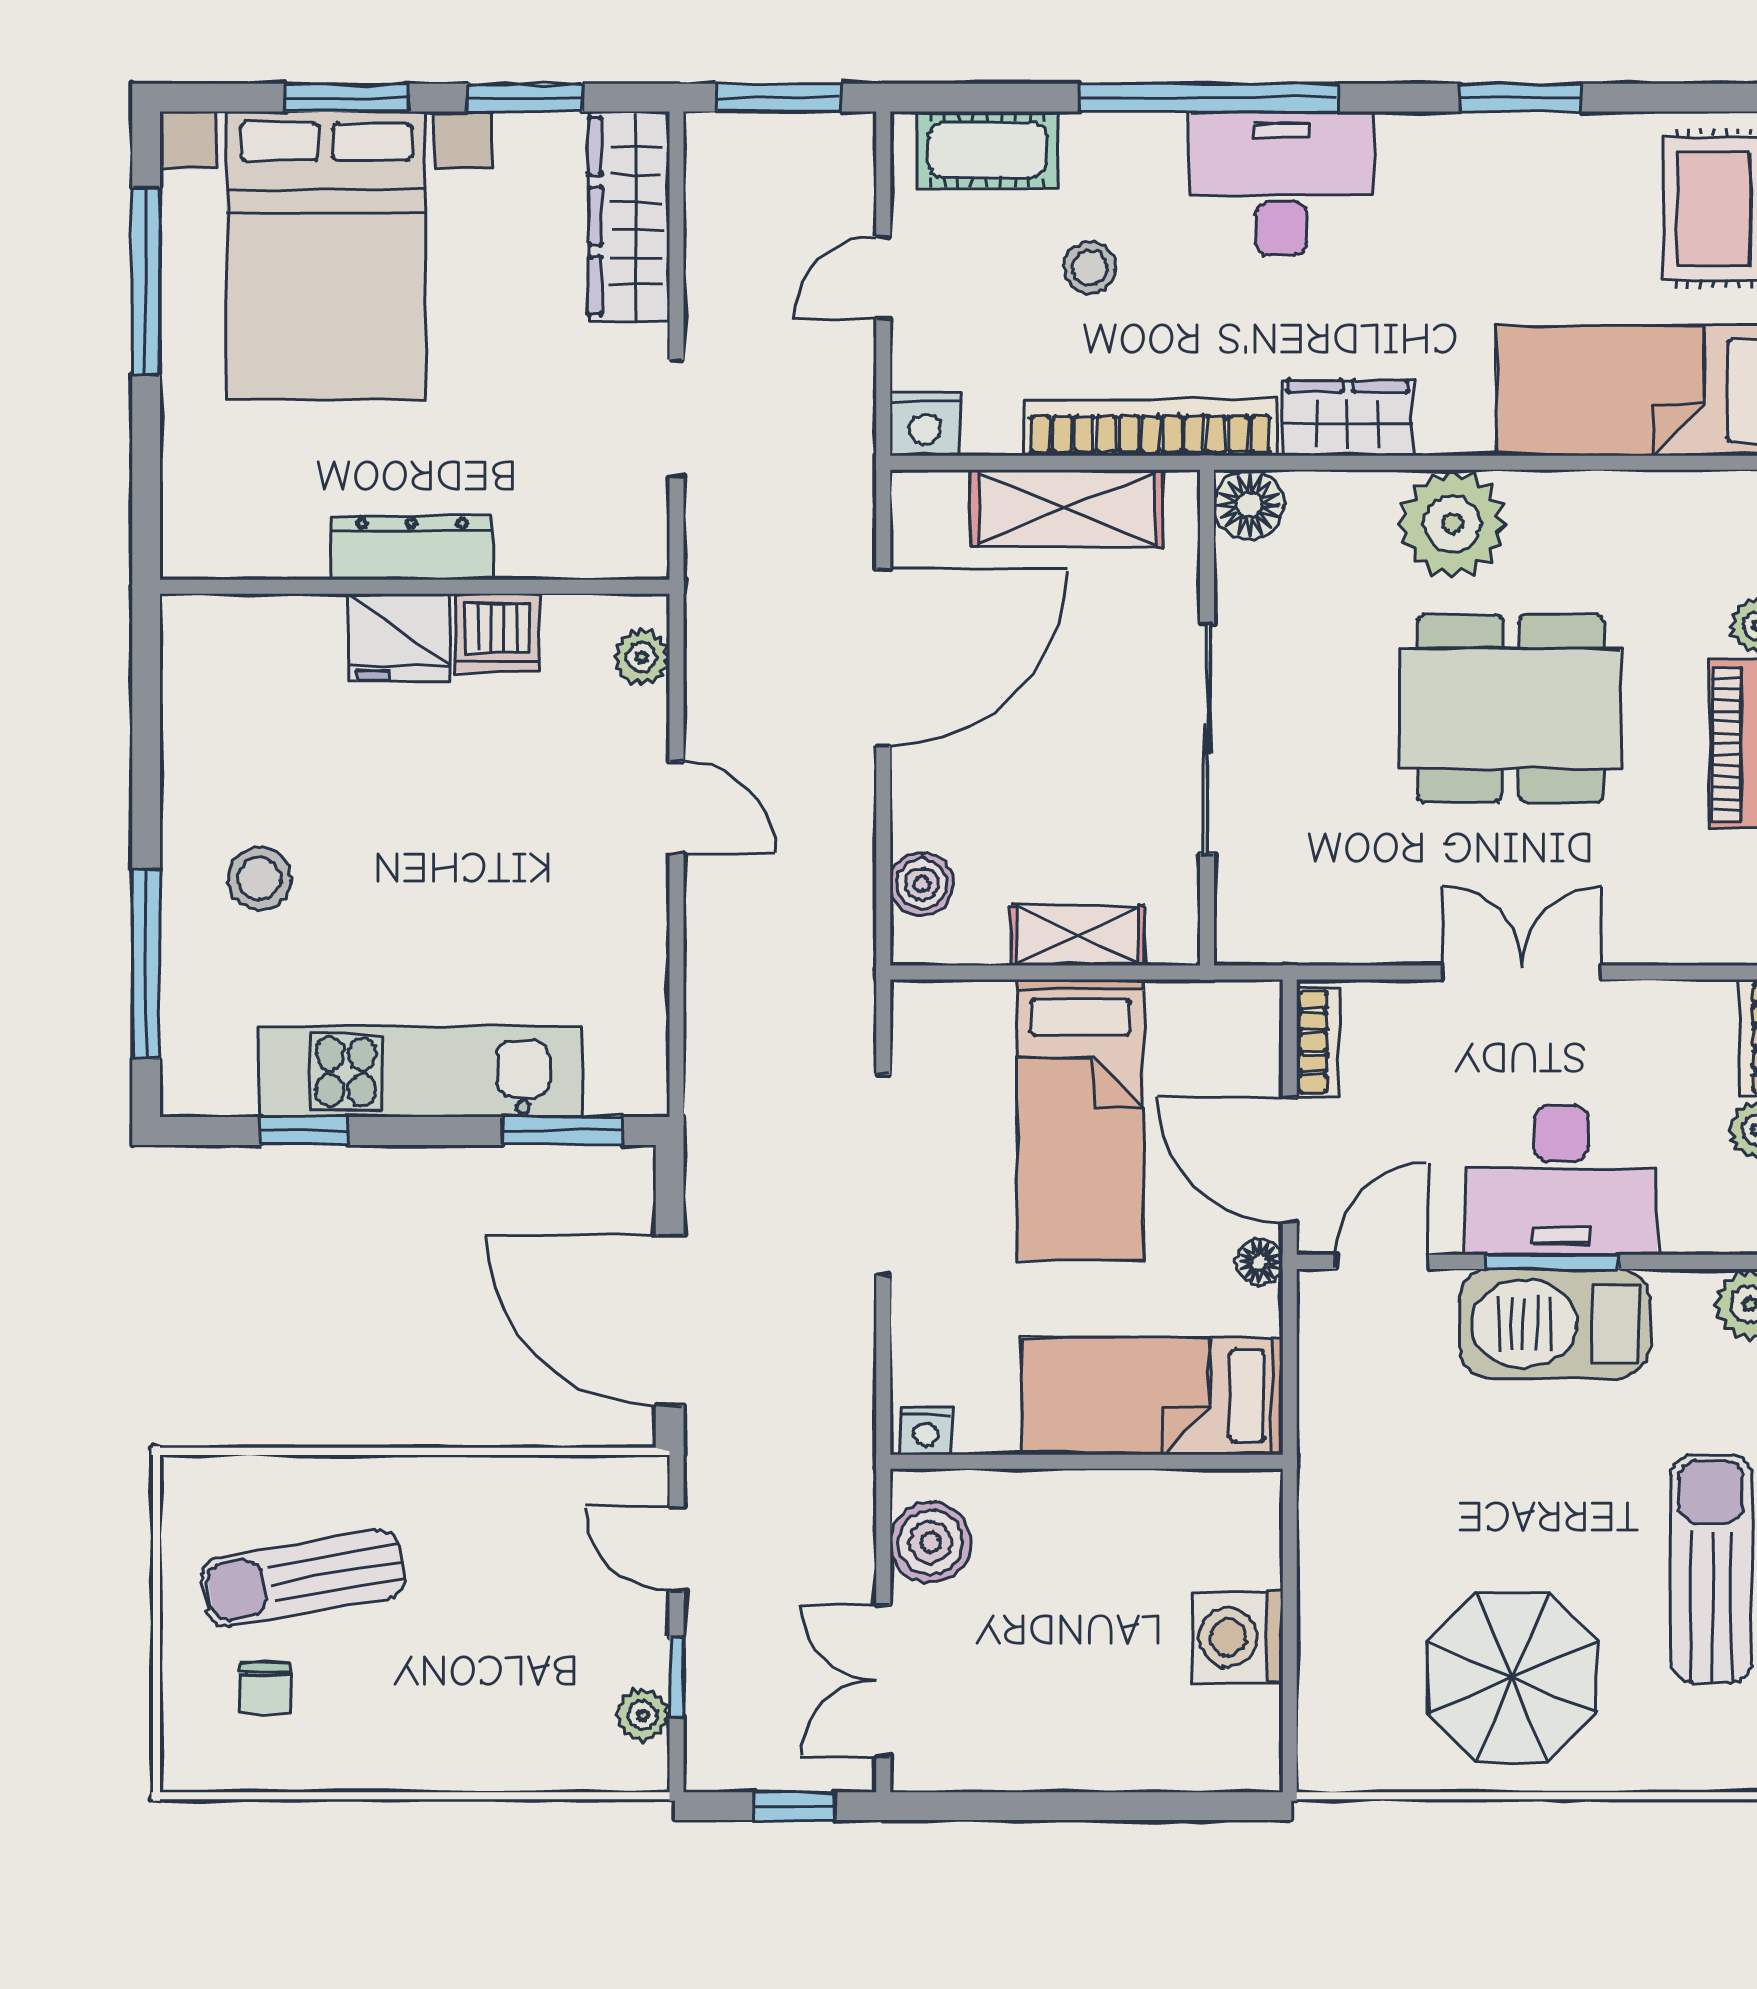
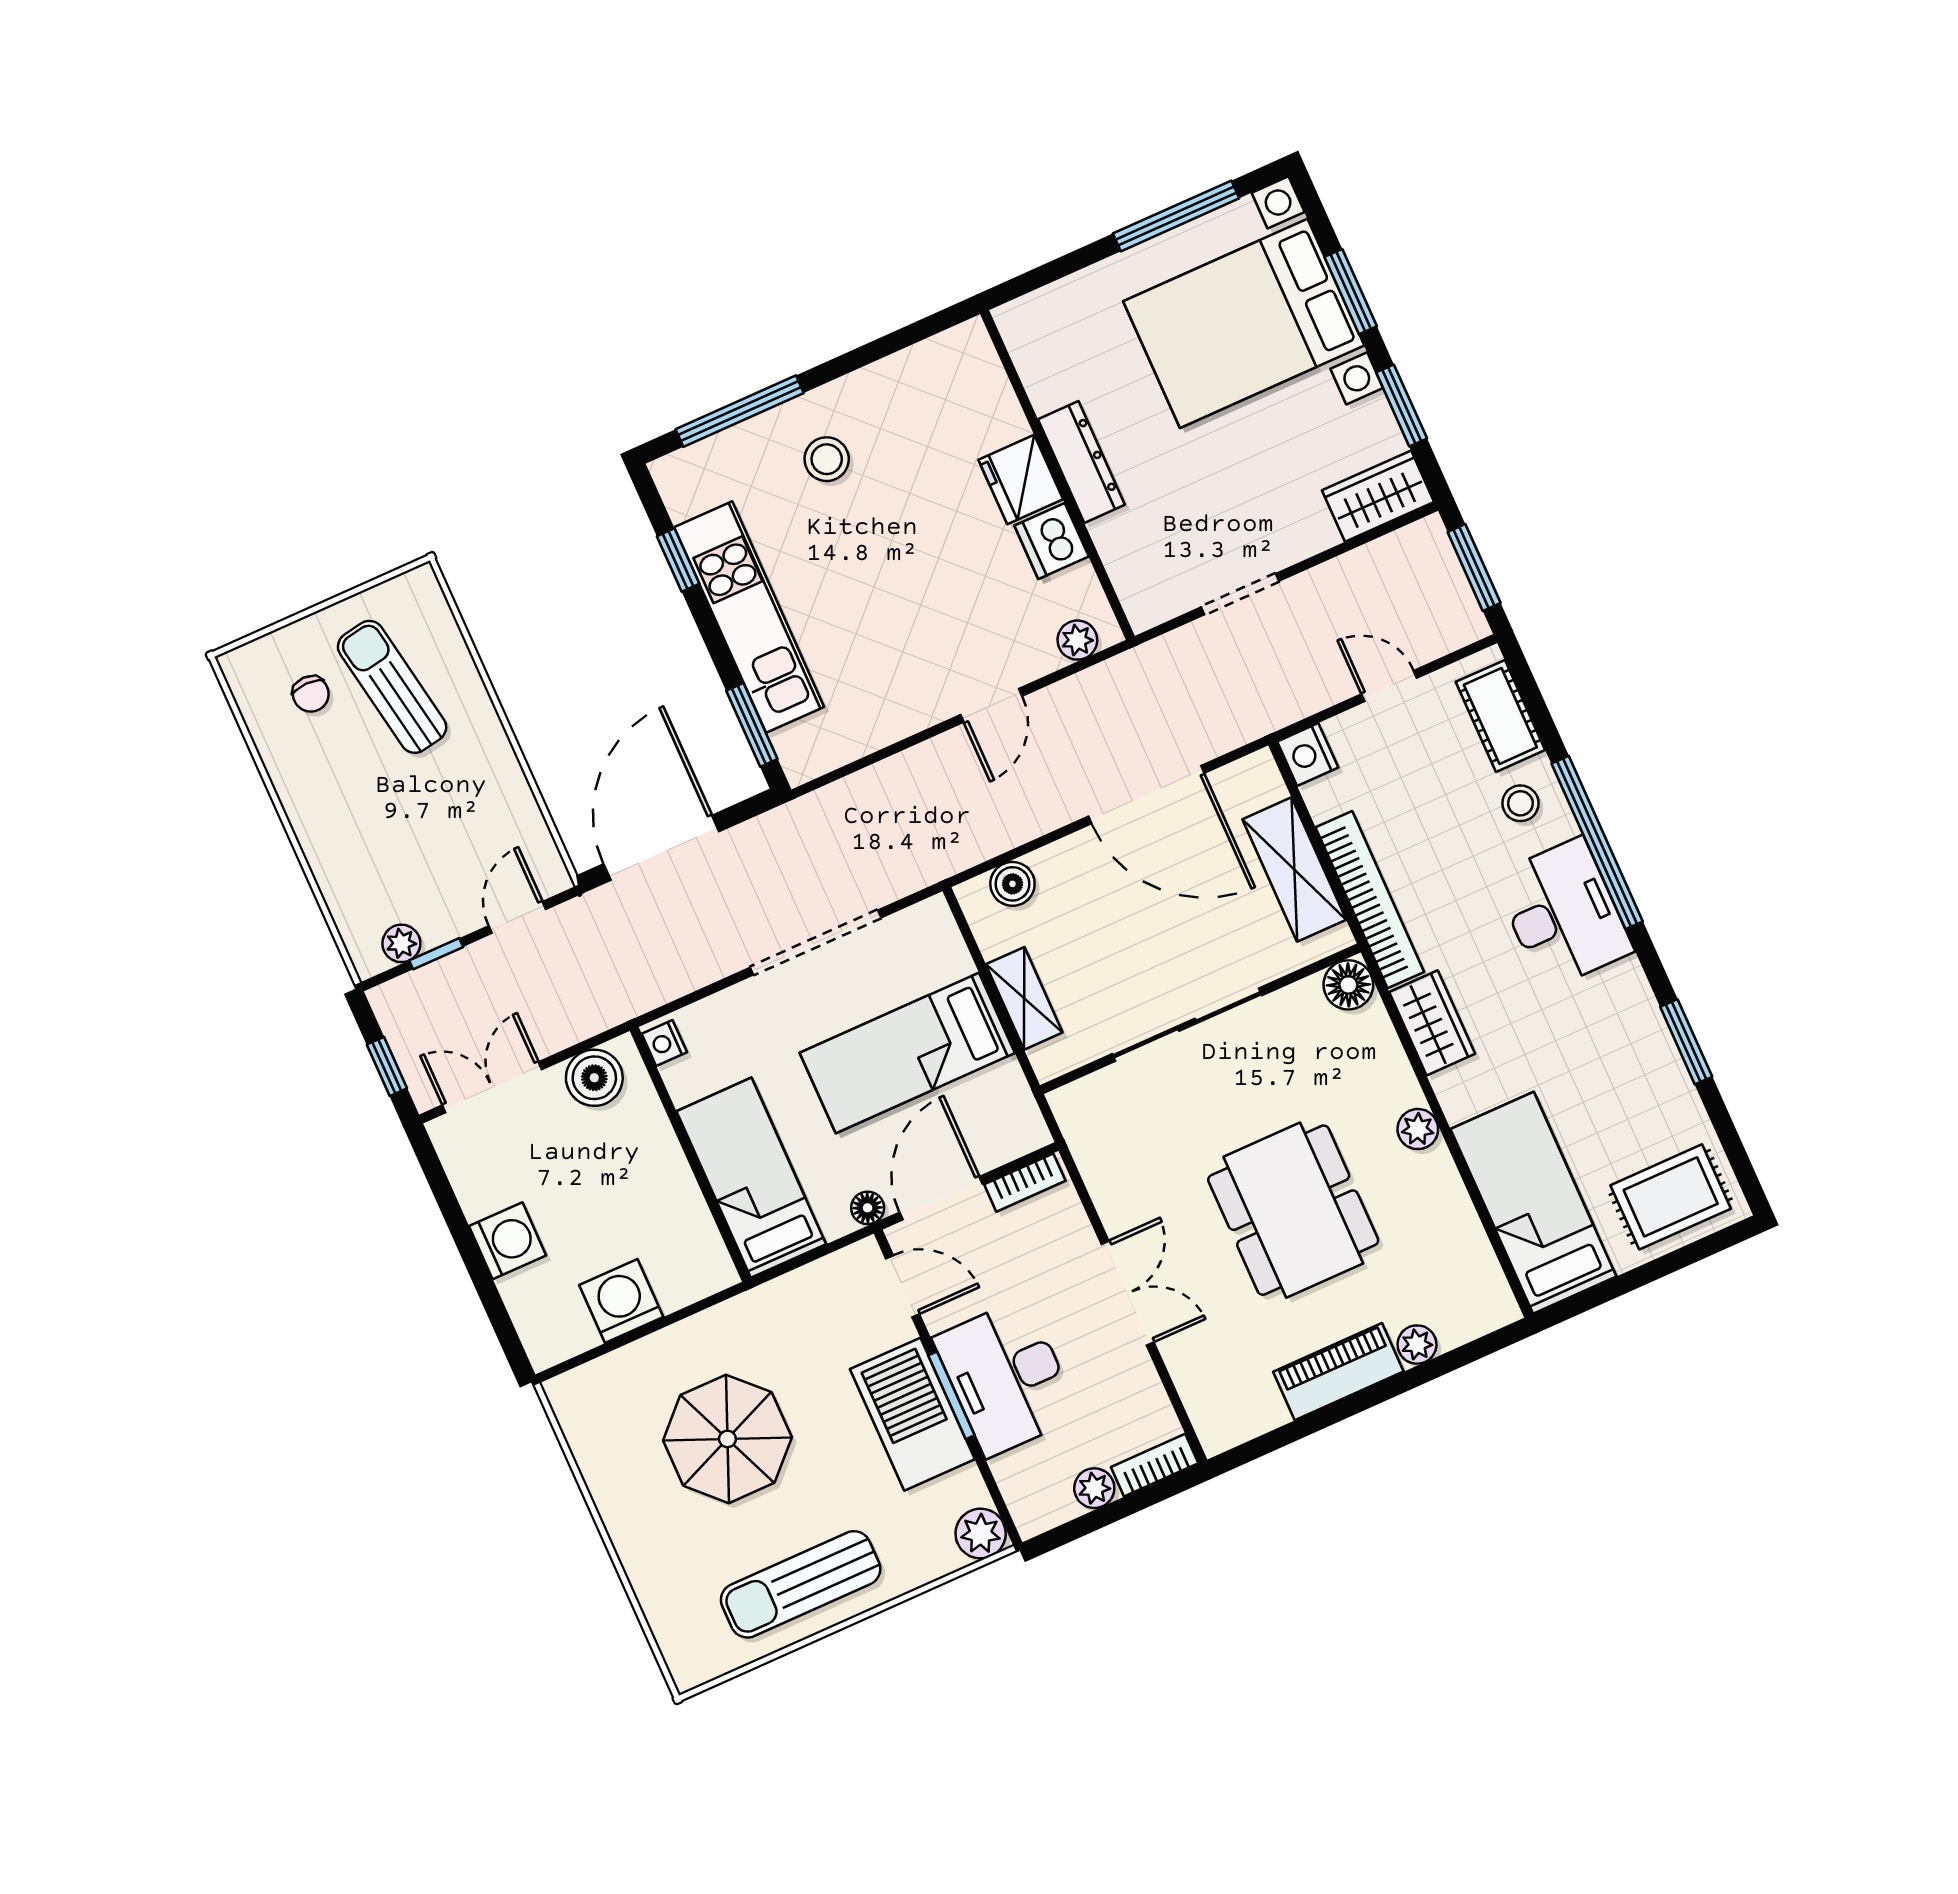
wardrobe: (629, 216) -> (1378, 496), width x0.67
stool: (1090, 267) -> (1520, 803), moved
plant: (1452, 524) -> (1418, 1129), width x0.53, depth x0.53
sun lounger: (1711, 1569) -> (801, 1584), turned 180
parasol: (1512, 1678) -> (727, 1439), moved
chair: (265, 1688) -> (311, 694), turned -90
washing machine: (1092, 1750) -> (507, 1241), added

